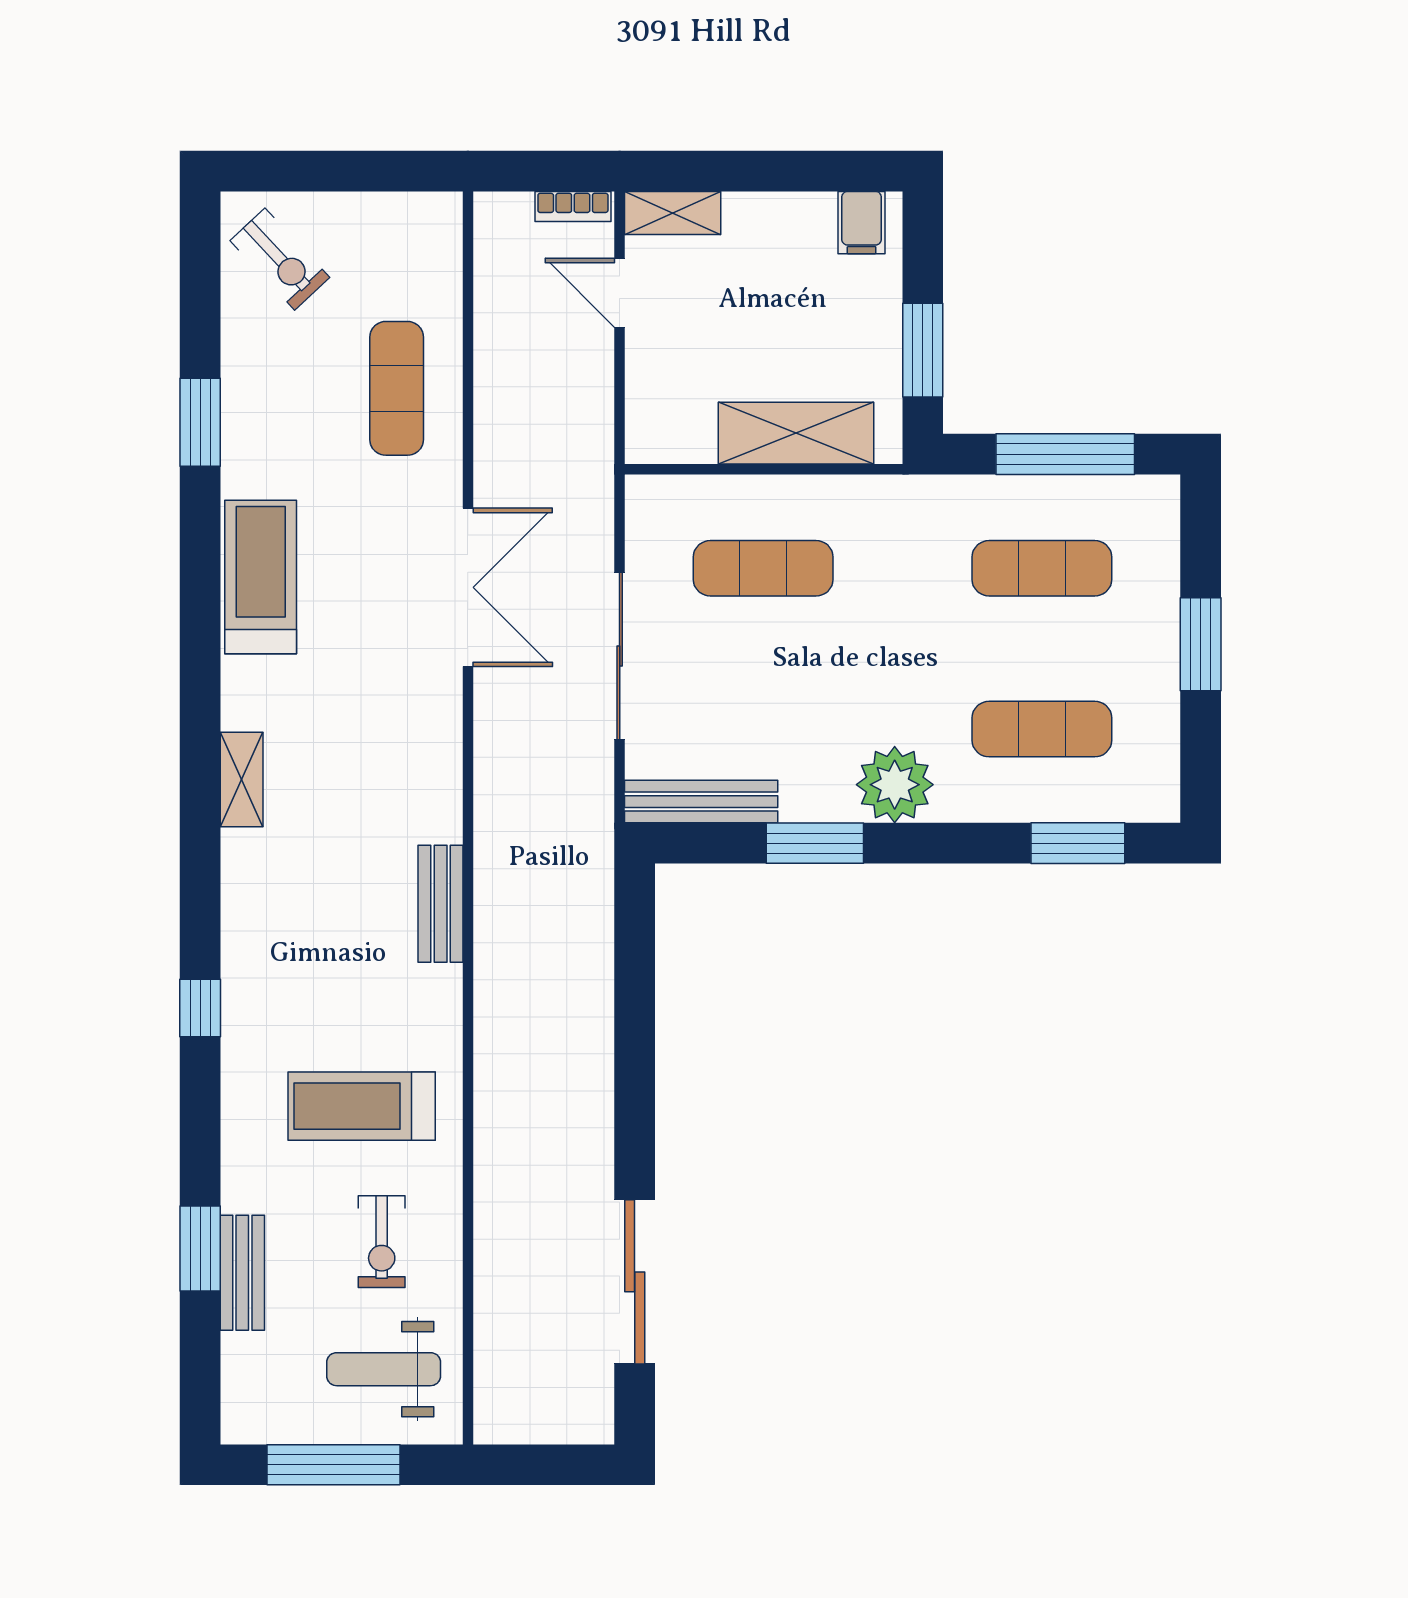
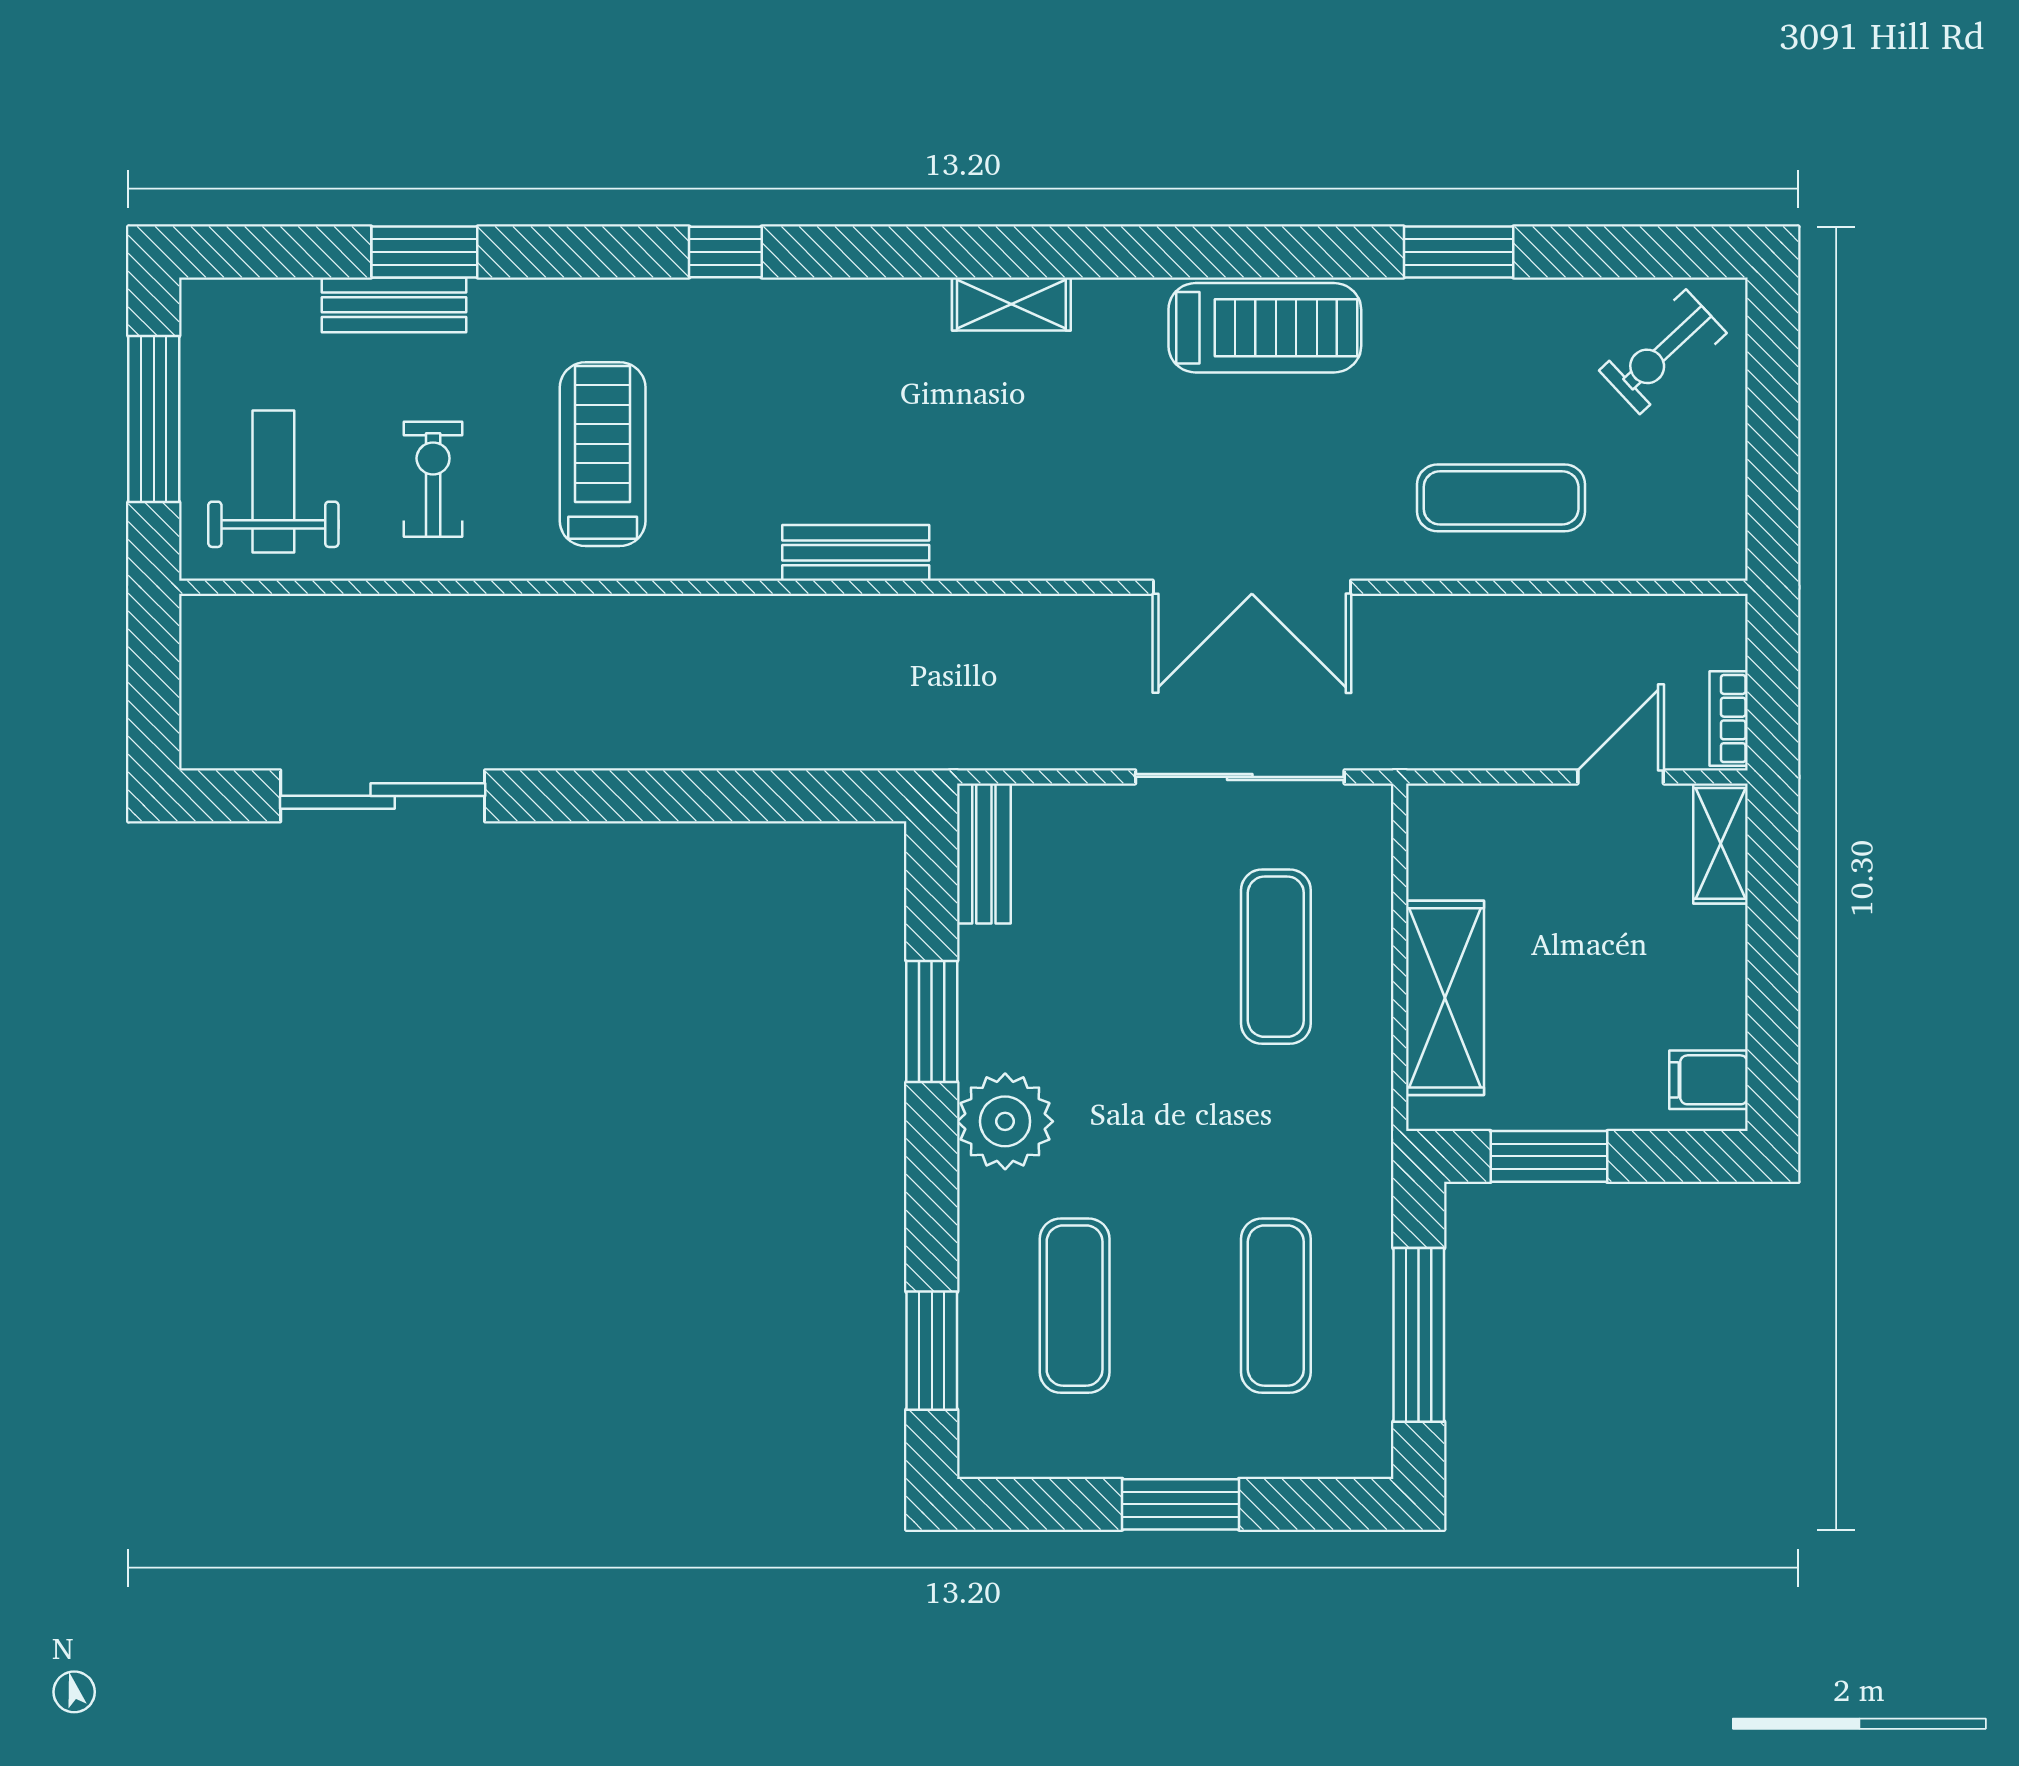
sliding door: (620, 656) -> (1240, 777), moved
bench: (701, 802) -> (984, 853), width x0.73
exercise bike: (382, 1242) -> (433, 479), turned 90

